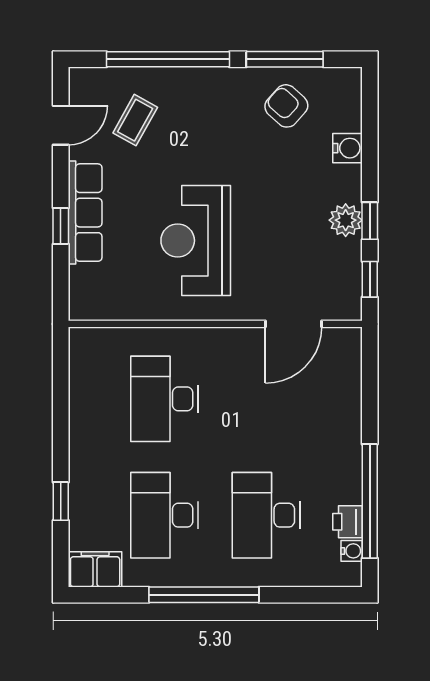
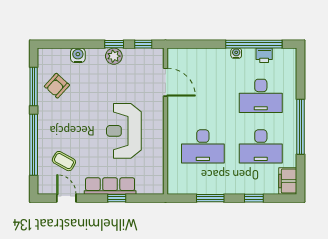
reception desk: (196, 241) -> (124, 131), turned 90
window: (61, 414) -> (210, 198), added
water cooler: (352, 551) -> (236, 53), moved

